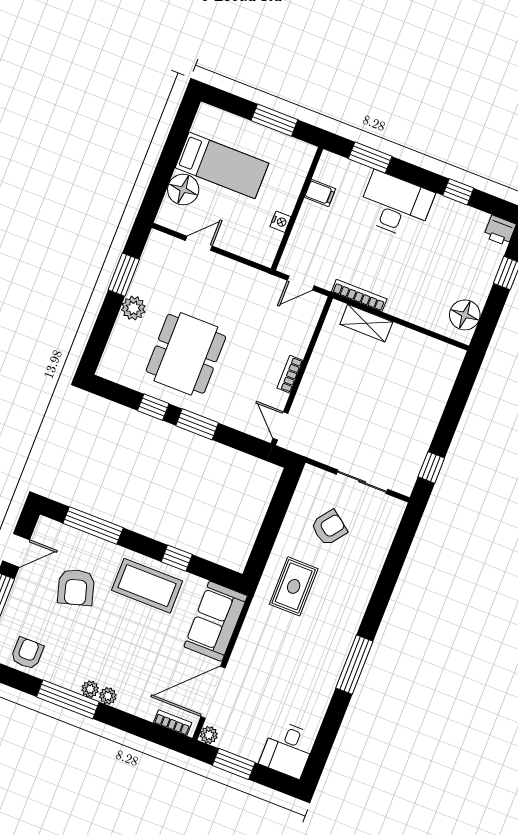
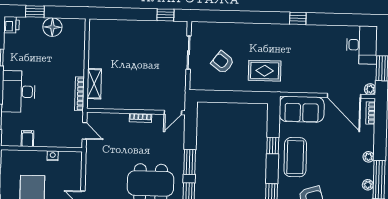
floor lamp: (465, 315) -> (52, 27), moved
window: (354, 665) -> (298, 18), width x0.46
plant: (90, 689) -> (368, 185), moved
desk: (288, 749) -> (362, 45), width x1.37

